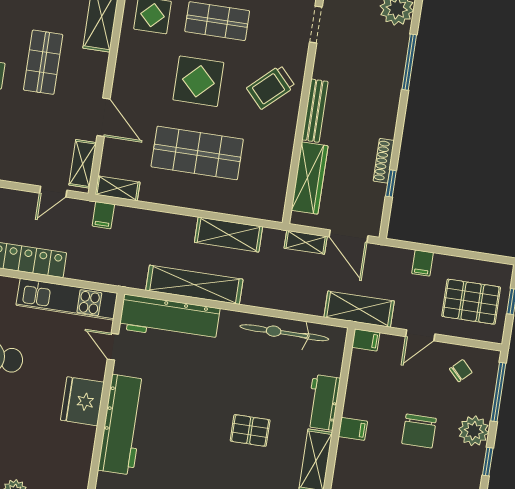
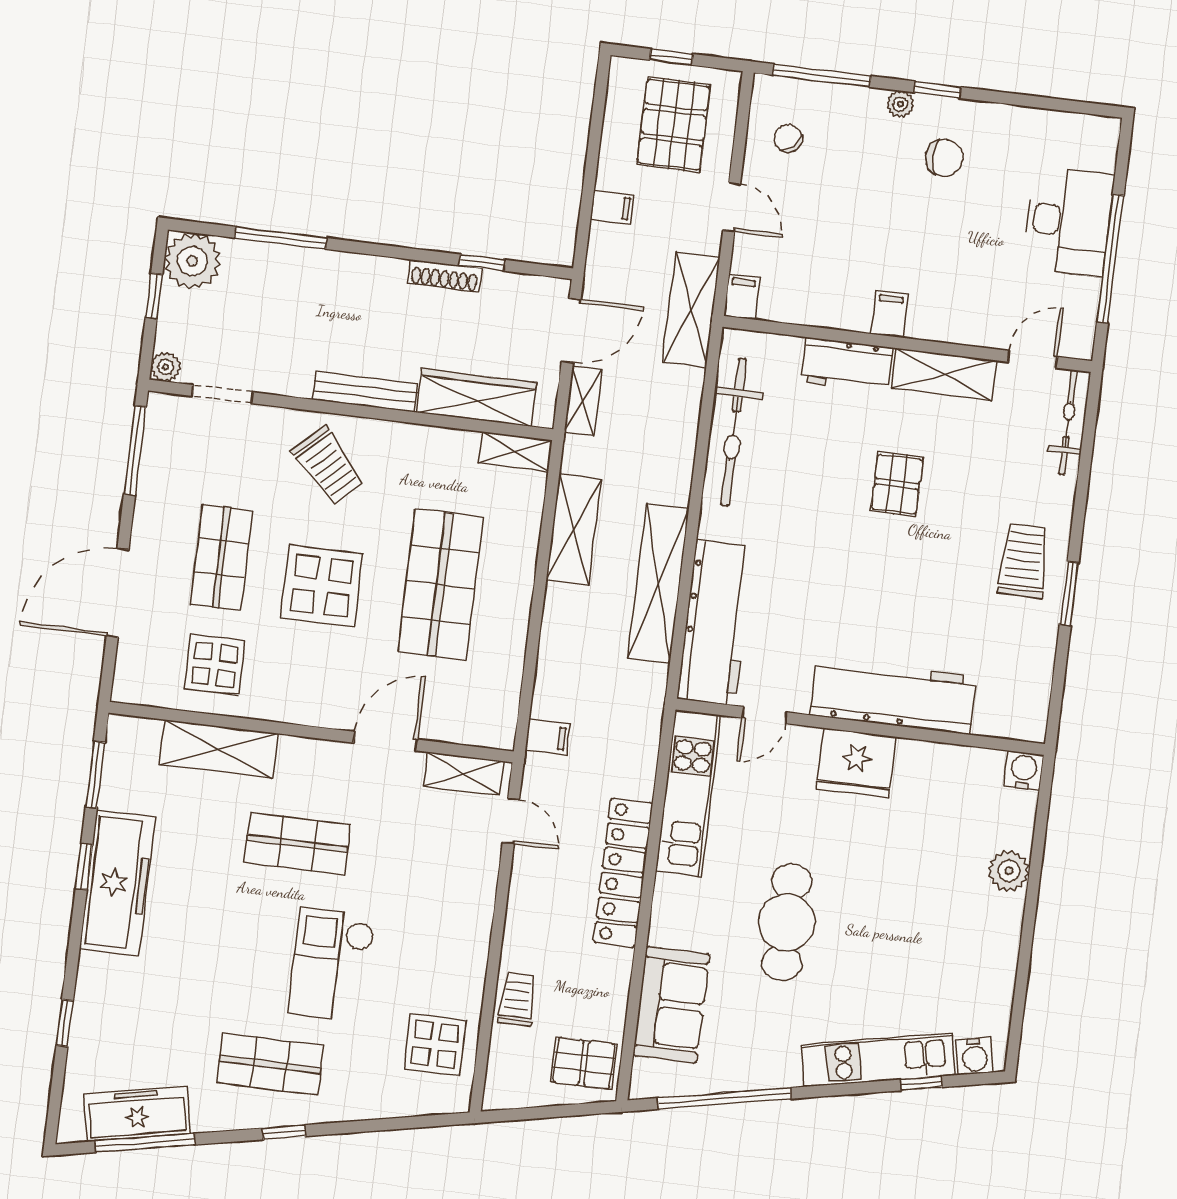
shelving: (118, 188) -> (515, 452), moved, turned 90
chair: (419, 431) -> (944, 158), moved, width x0.73, depth x0.73
plant: (474, 431) -> (900, 104), width x0.53, depth x0.53

